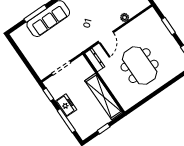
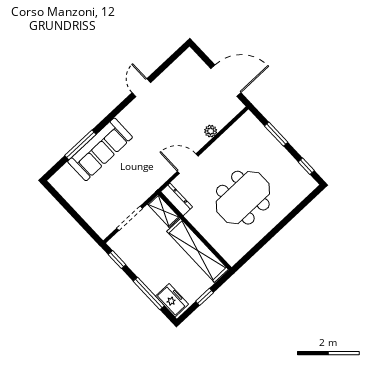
door: (106, 37) -> (188, 164), swing flipped
shelving: (85, 66) -> (164, 211), added
meeting table: (140, 66) -> (243, 198), turned 90
freezer: (66, 105) -> (172, 300), moved

